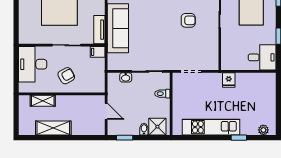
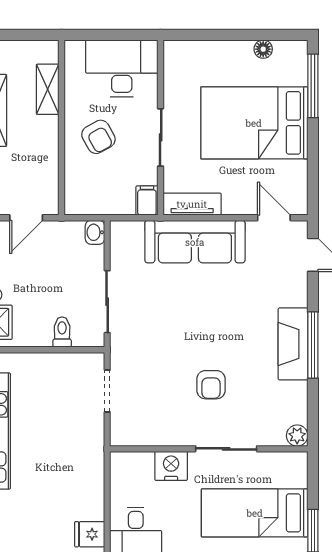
nightstand: (228, 40) -> (171, 466), added
washbasin: (126, 77) -> (95, 232), moved
fridge: (229, 80) -> (90, 534), moved

